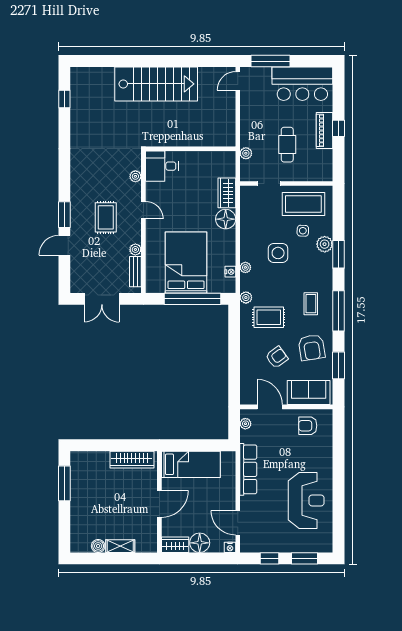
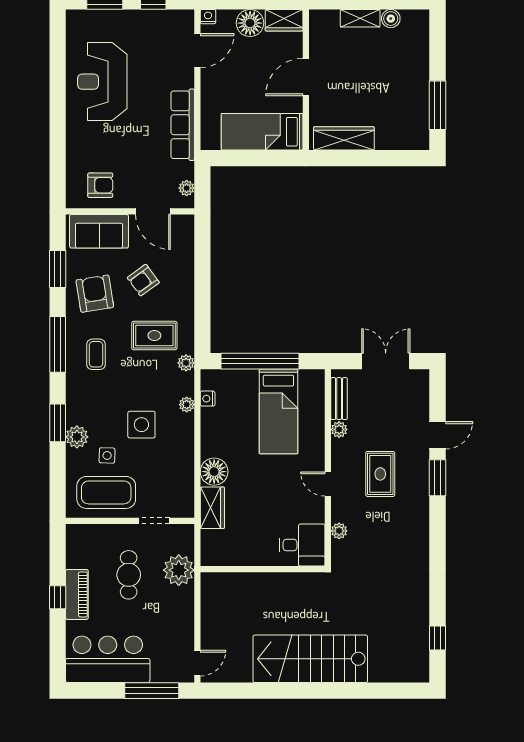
plant: (246, 153) -> (179, 570), width x1.88, depth x1.88
bed: (186, 262) -> (278, 412), width x0.67
door: (238, 523) -> (197, 51), hinge flipped

